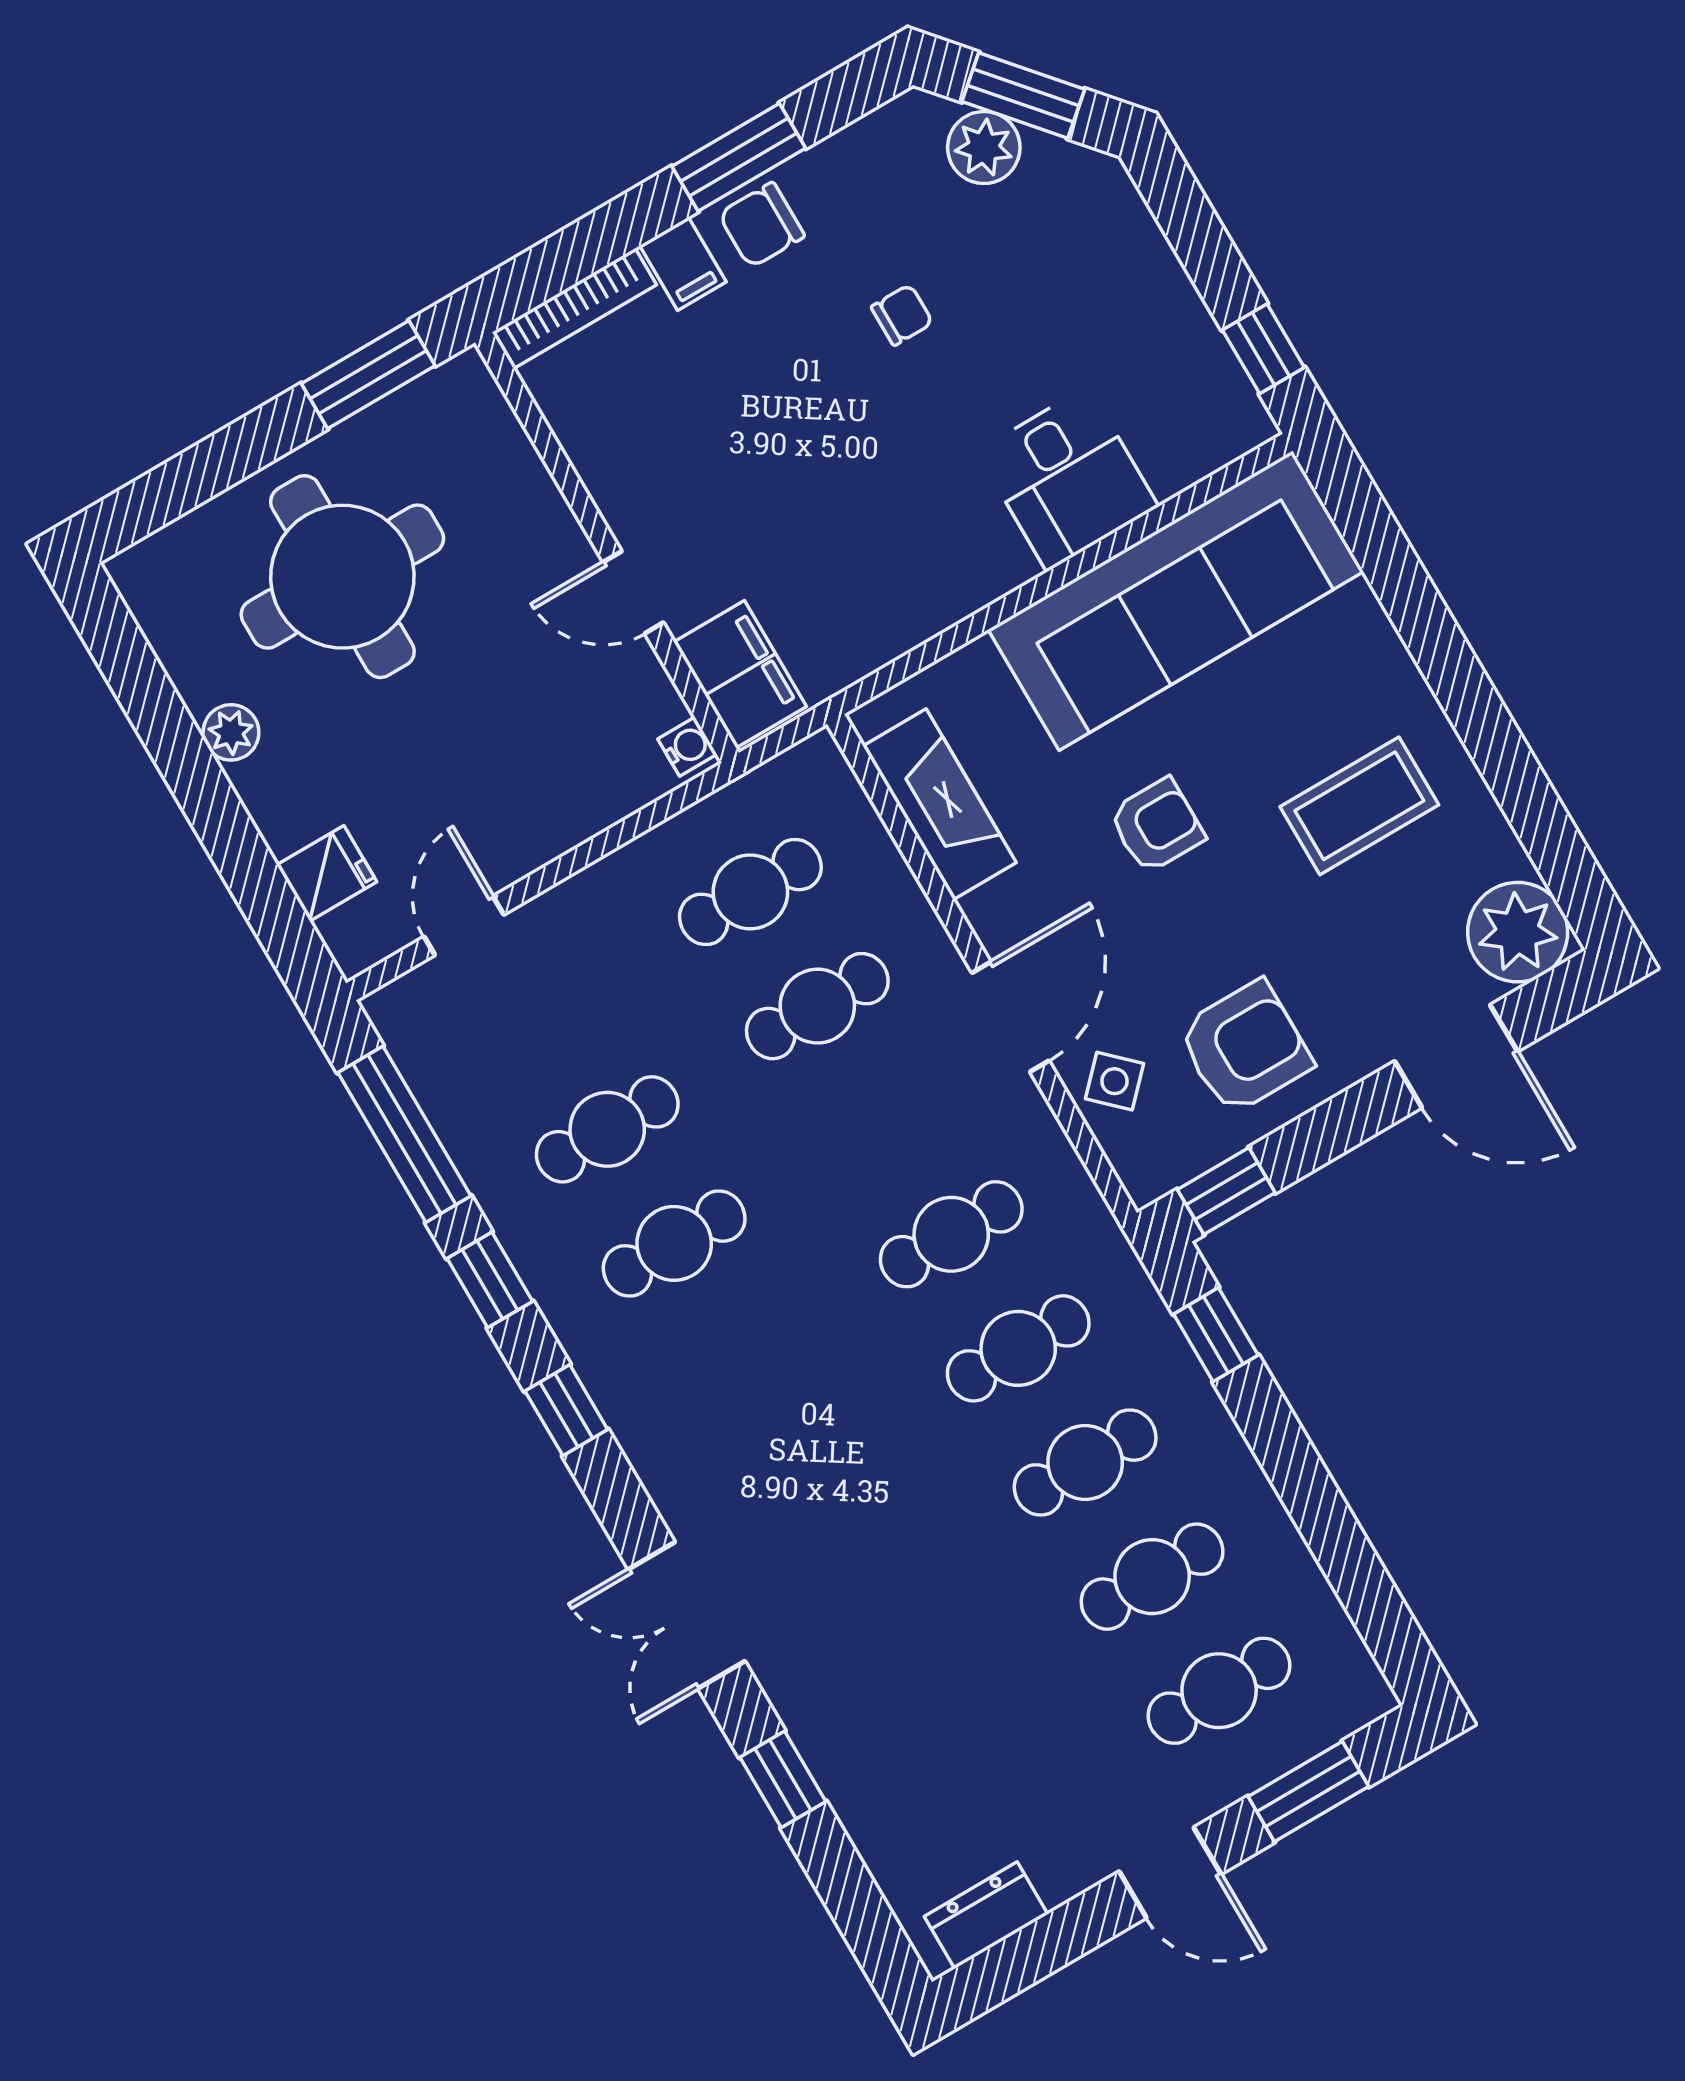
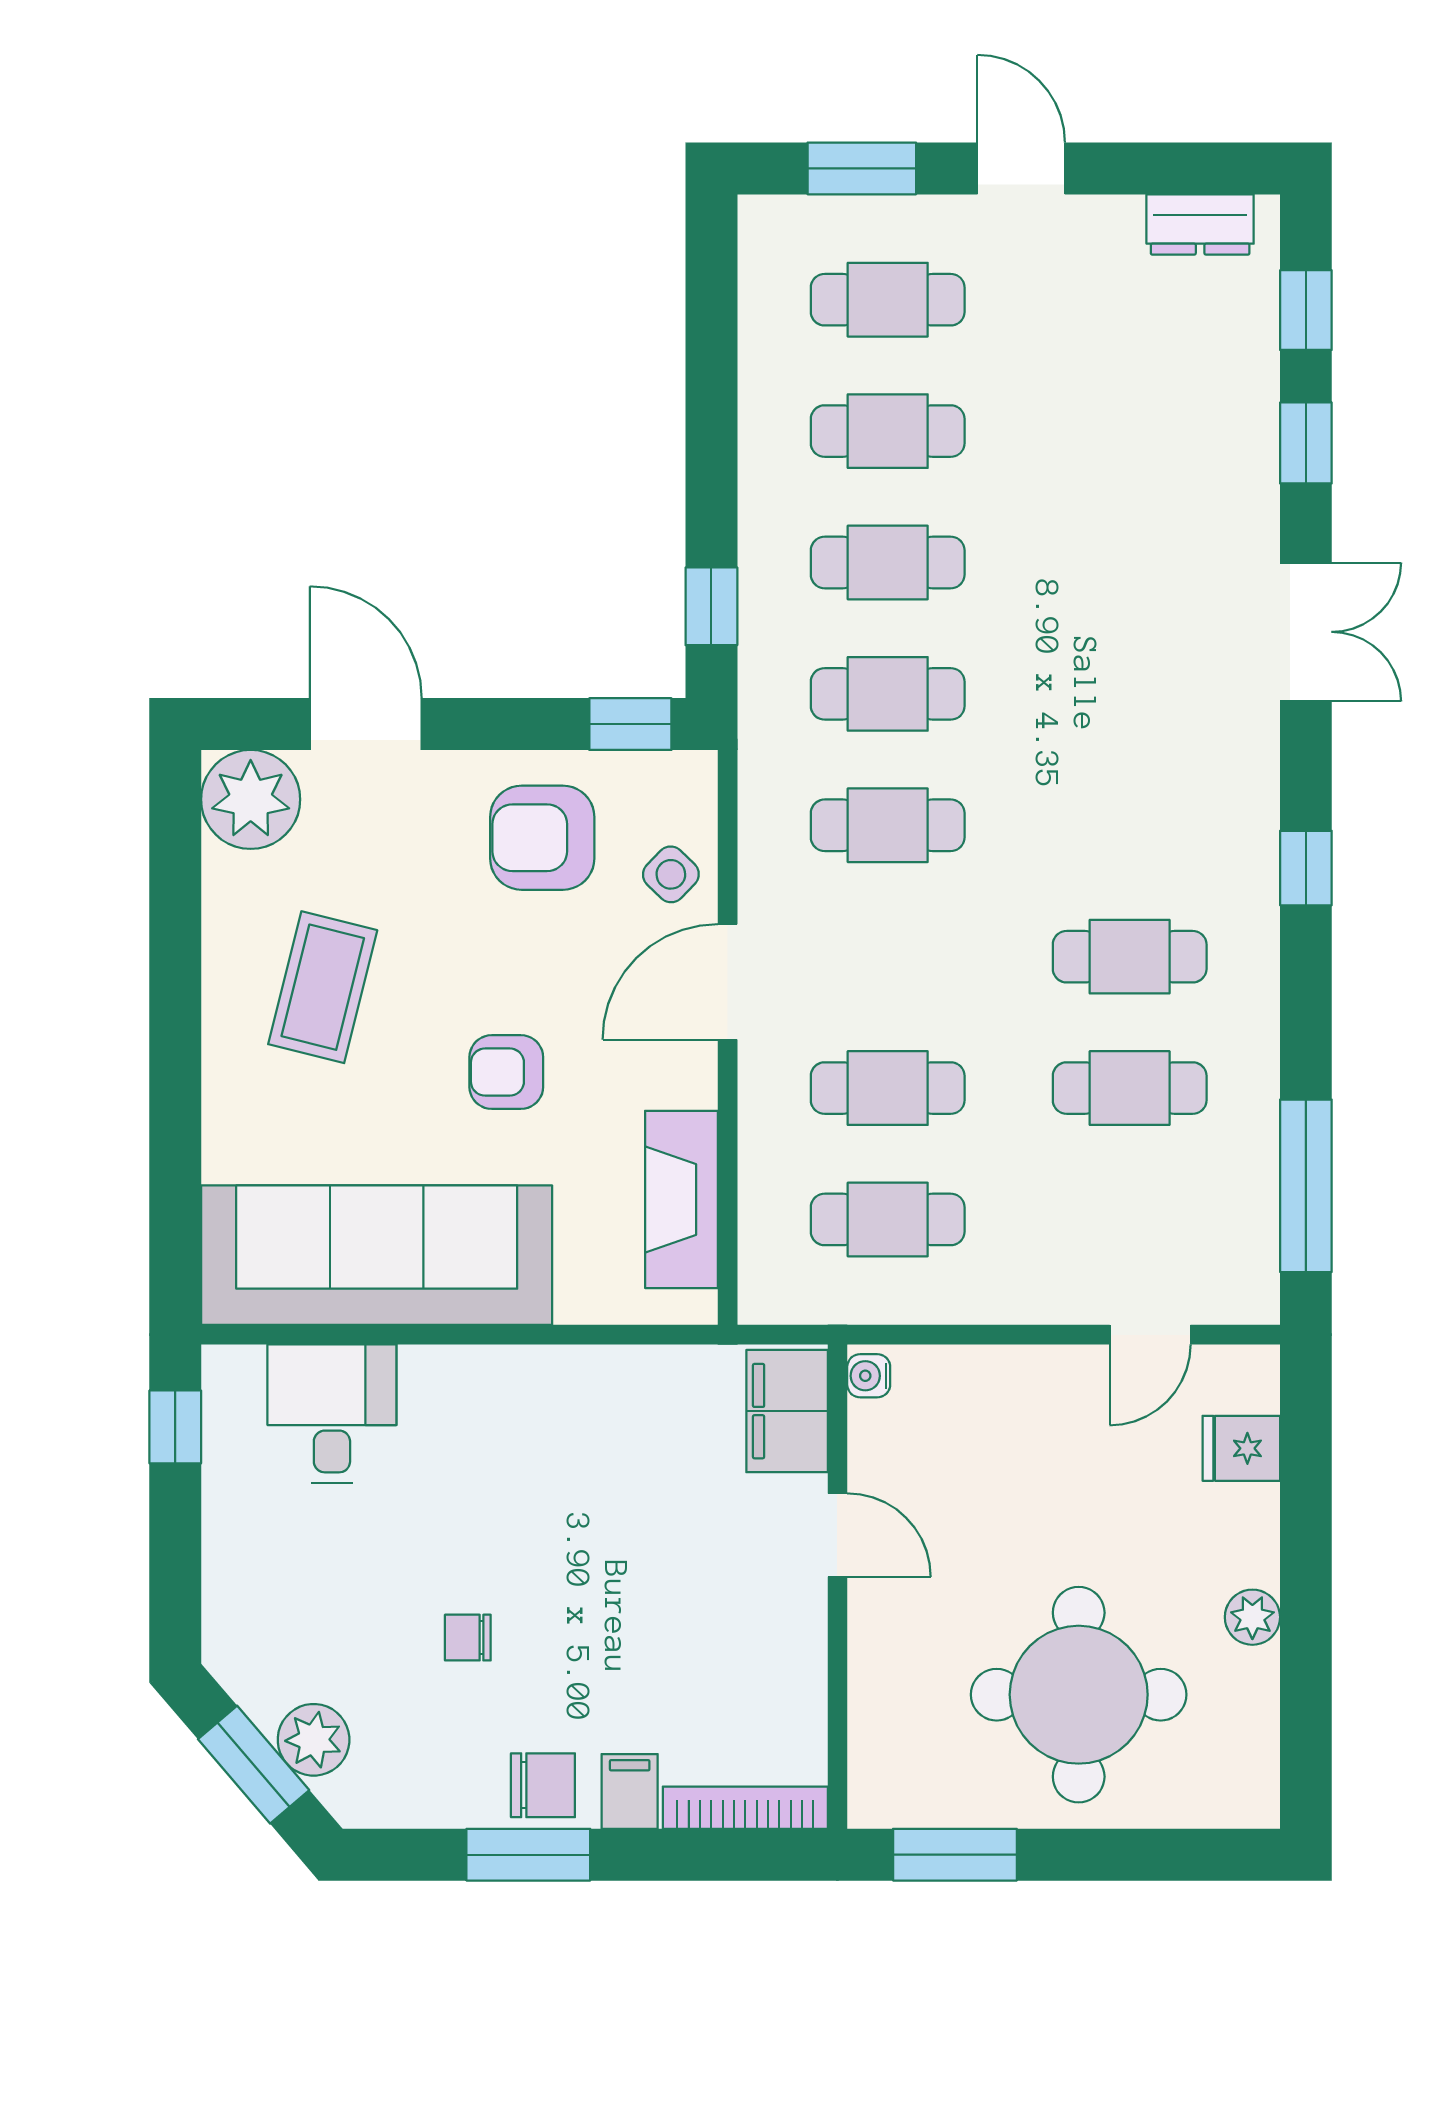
desk: (1067, 479) -> (332, 1414), moved
coffee table: (1359, 806) -> (323, 987), turned -76
window: (490, 1280) -> (1306, 310), moved

